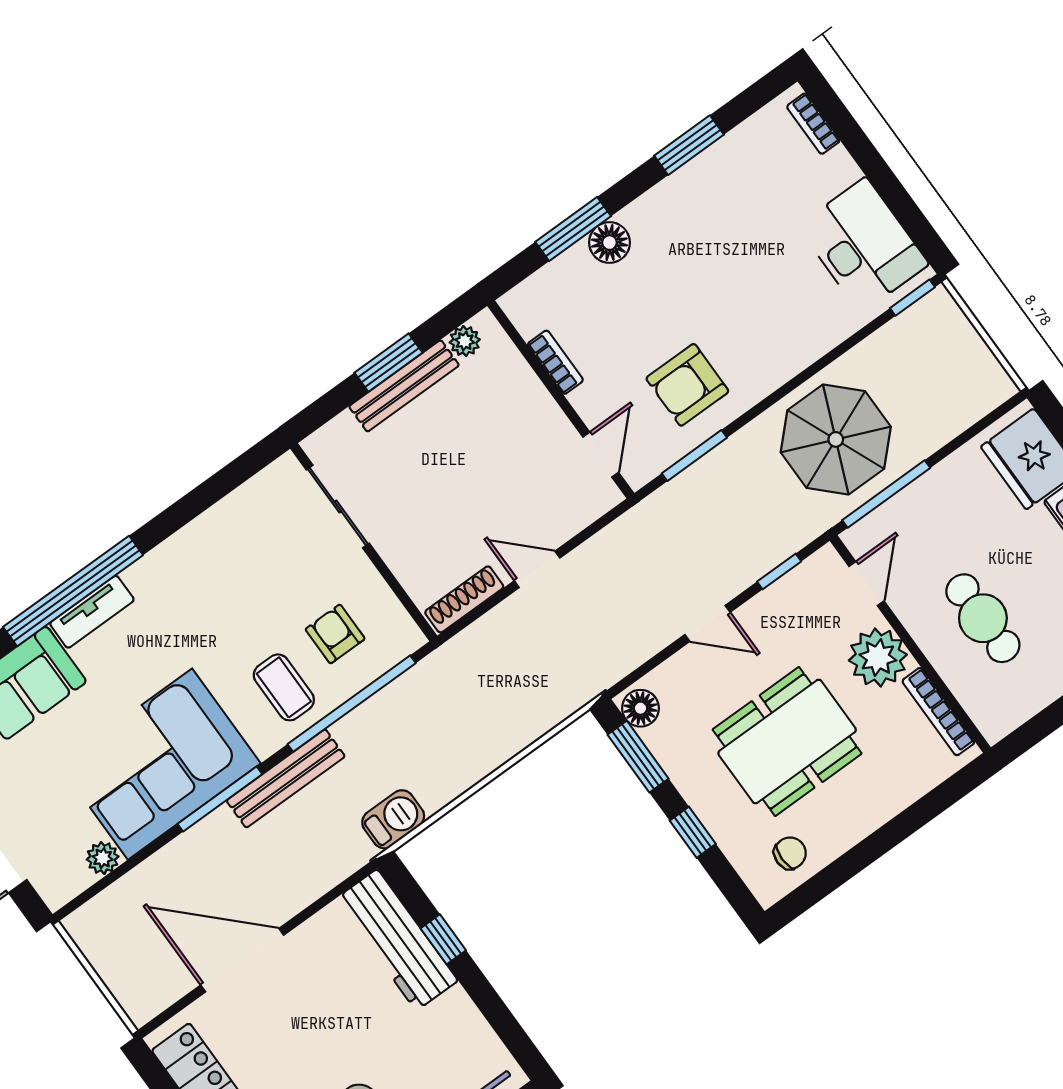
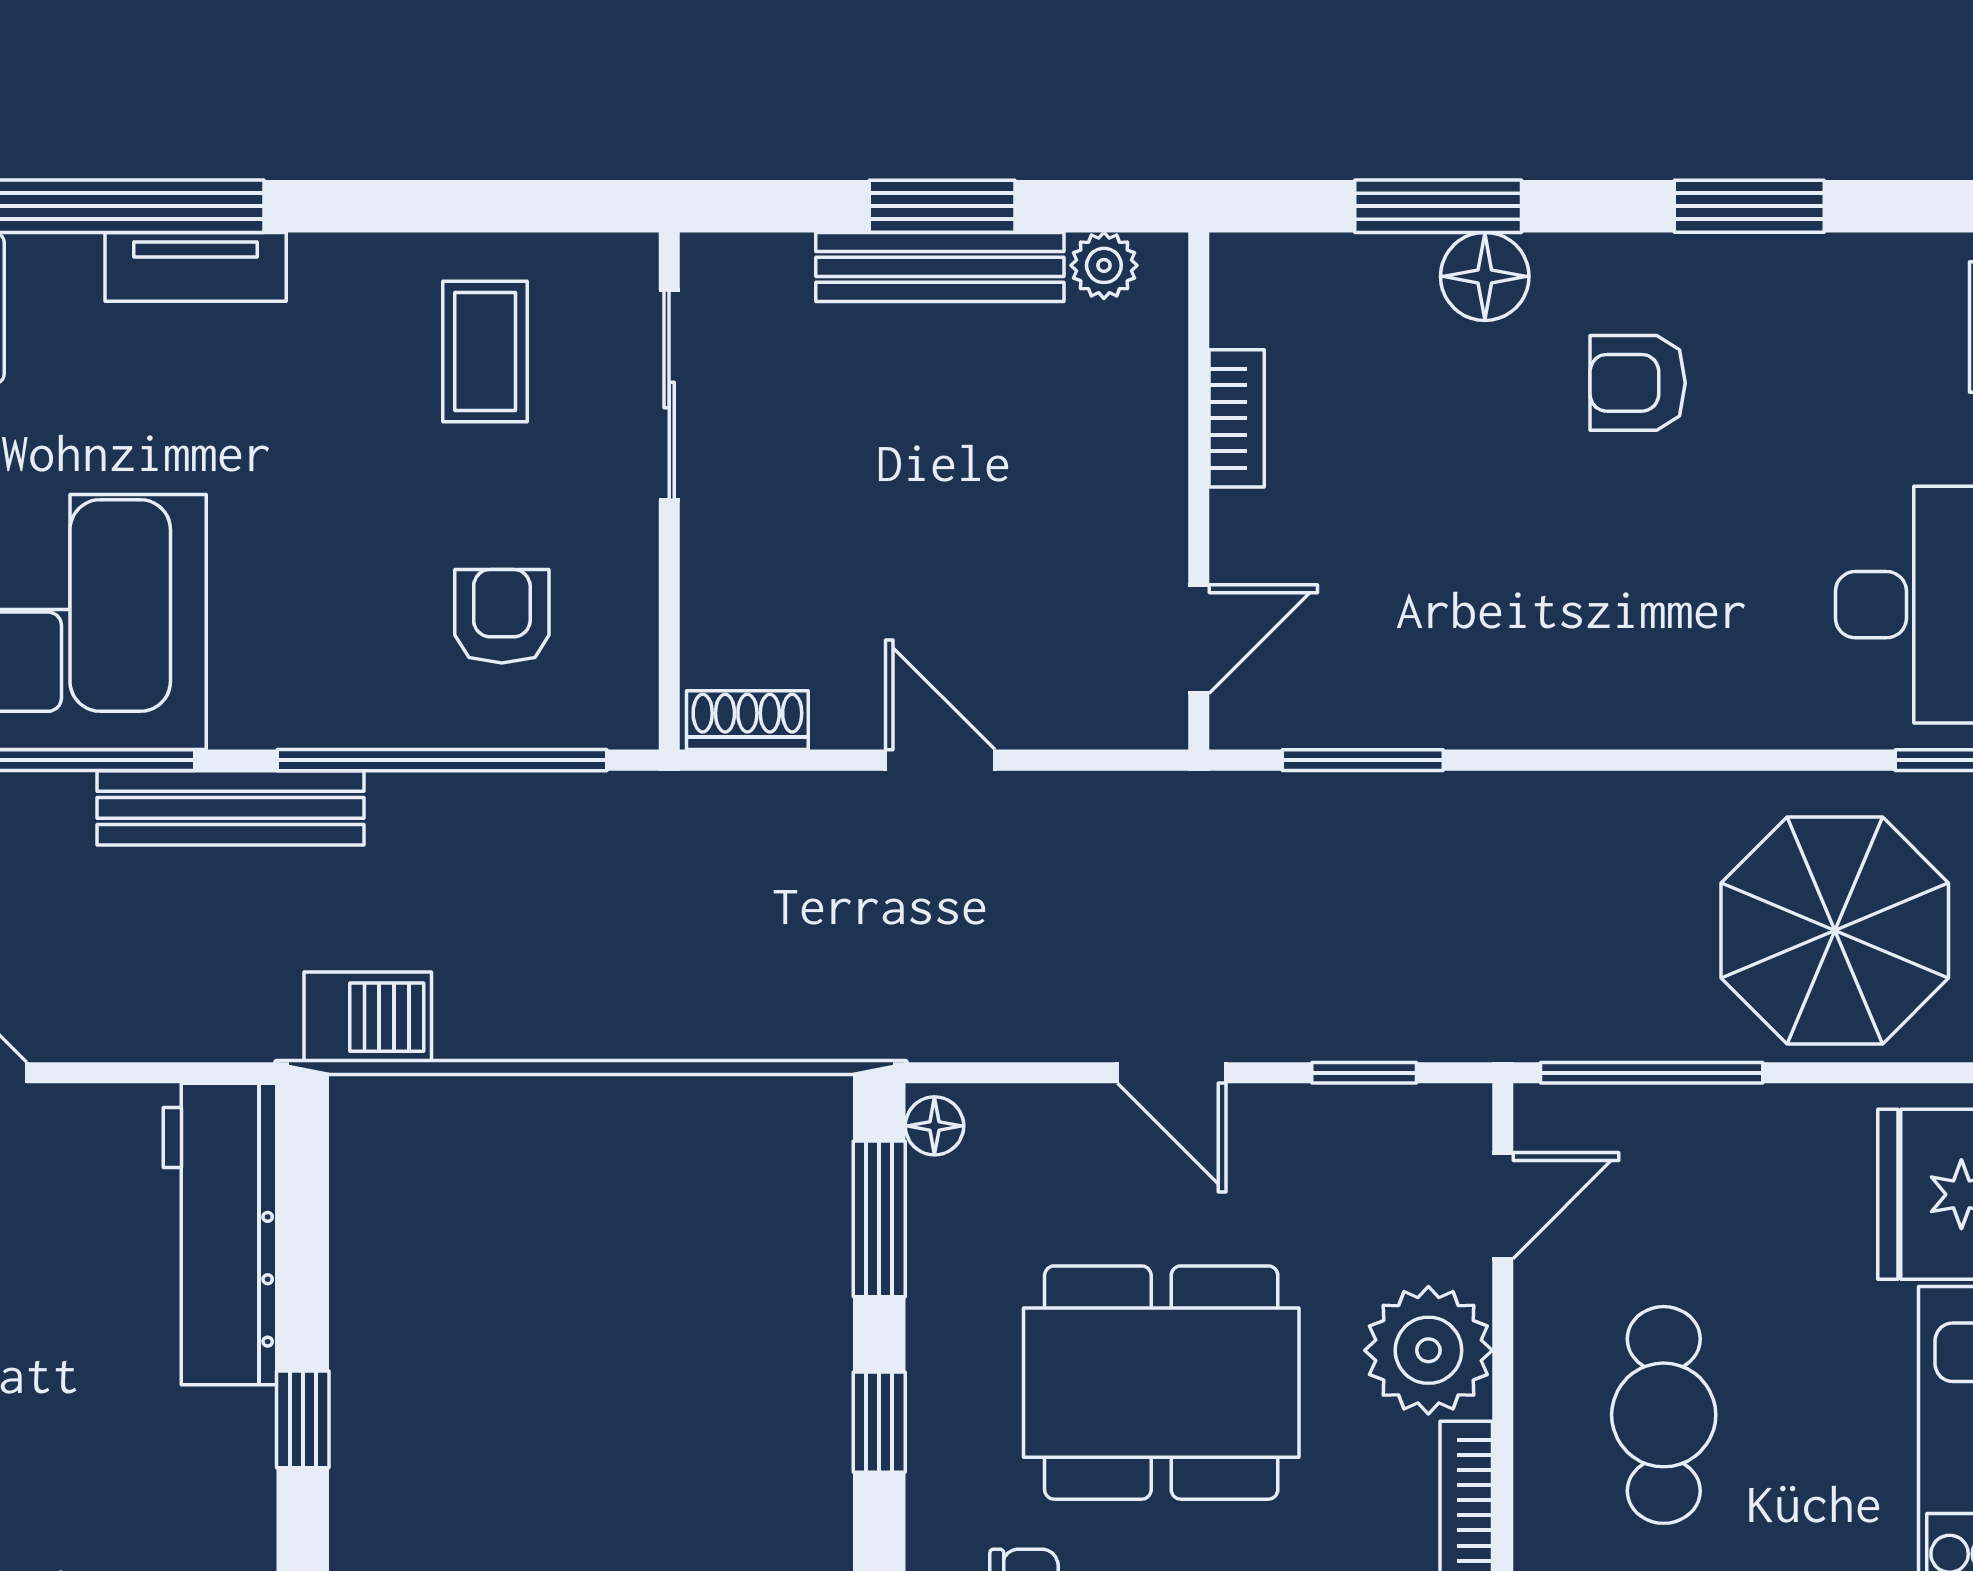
armchair: (687, 385) -> (1638, 383), moved, width x0.72, depth x0.72
parasol: (836, 439) -> (1835, 930), moved
shoe rack: (464, 599) -> (747, 720), width x0.70
tv unit: (92, 612) -> (196, 267), moved
coffee table: (284, 687) -> (485, 351), moved
floor lamp: (640, 708) -> (934, 1126), width x0.73, depth x0.73
window: (443, 939) -> (303, 1419), moved

